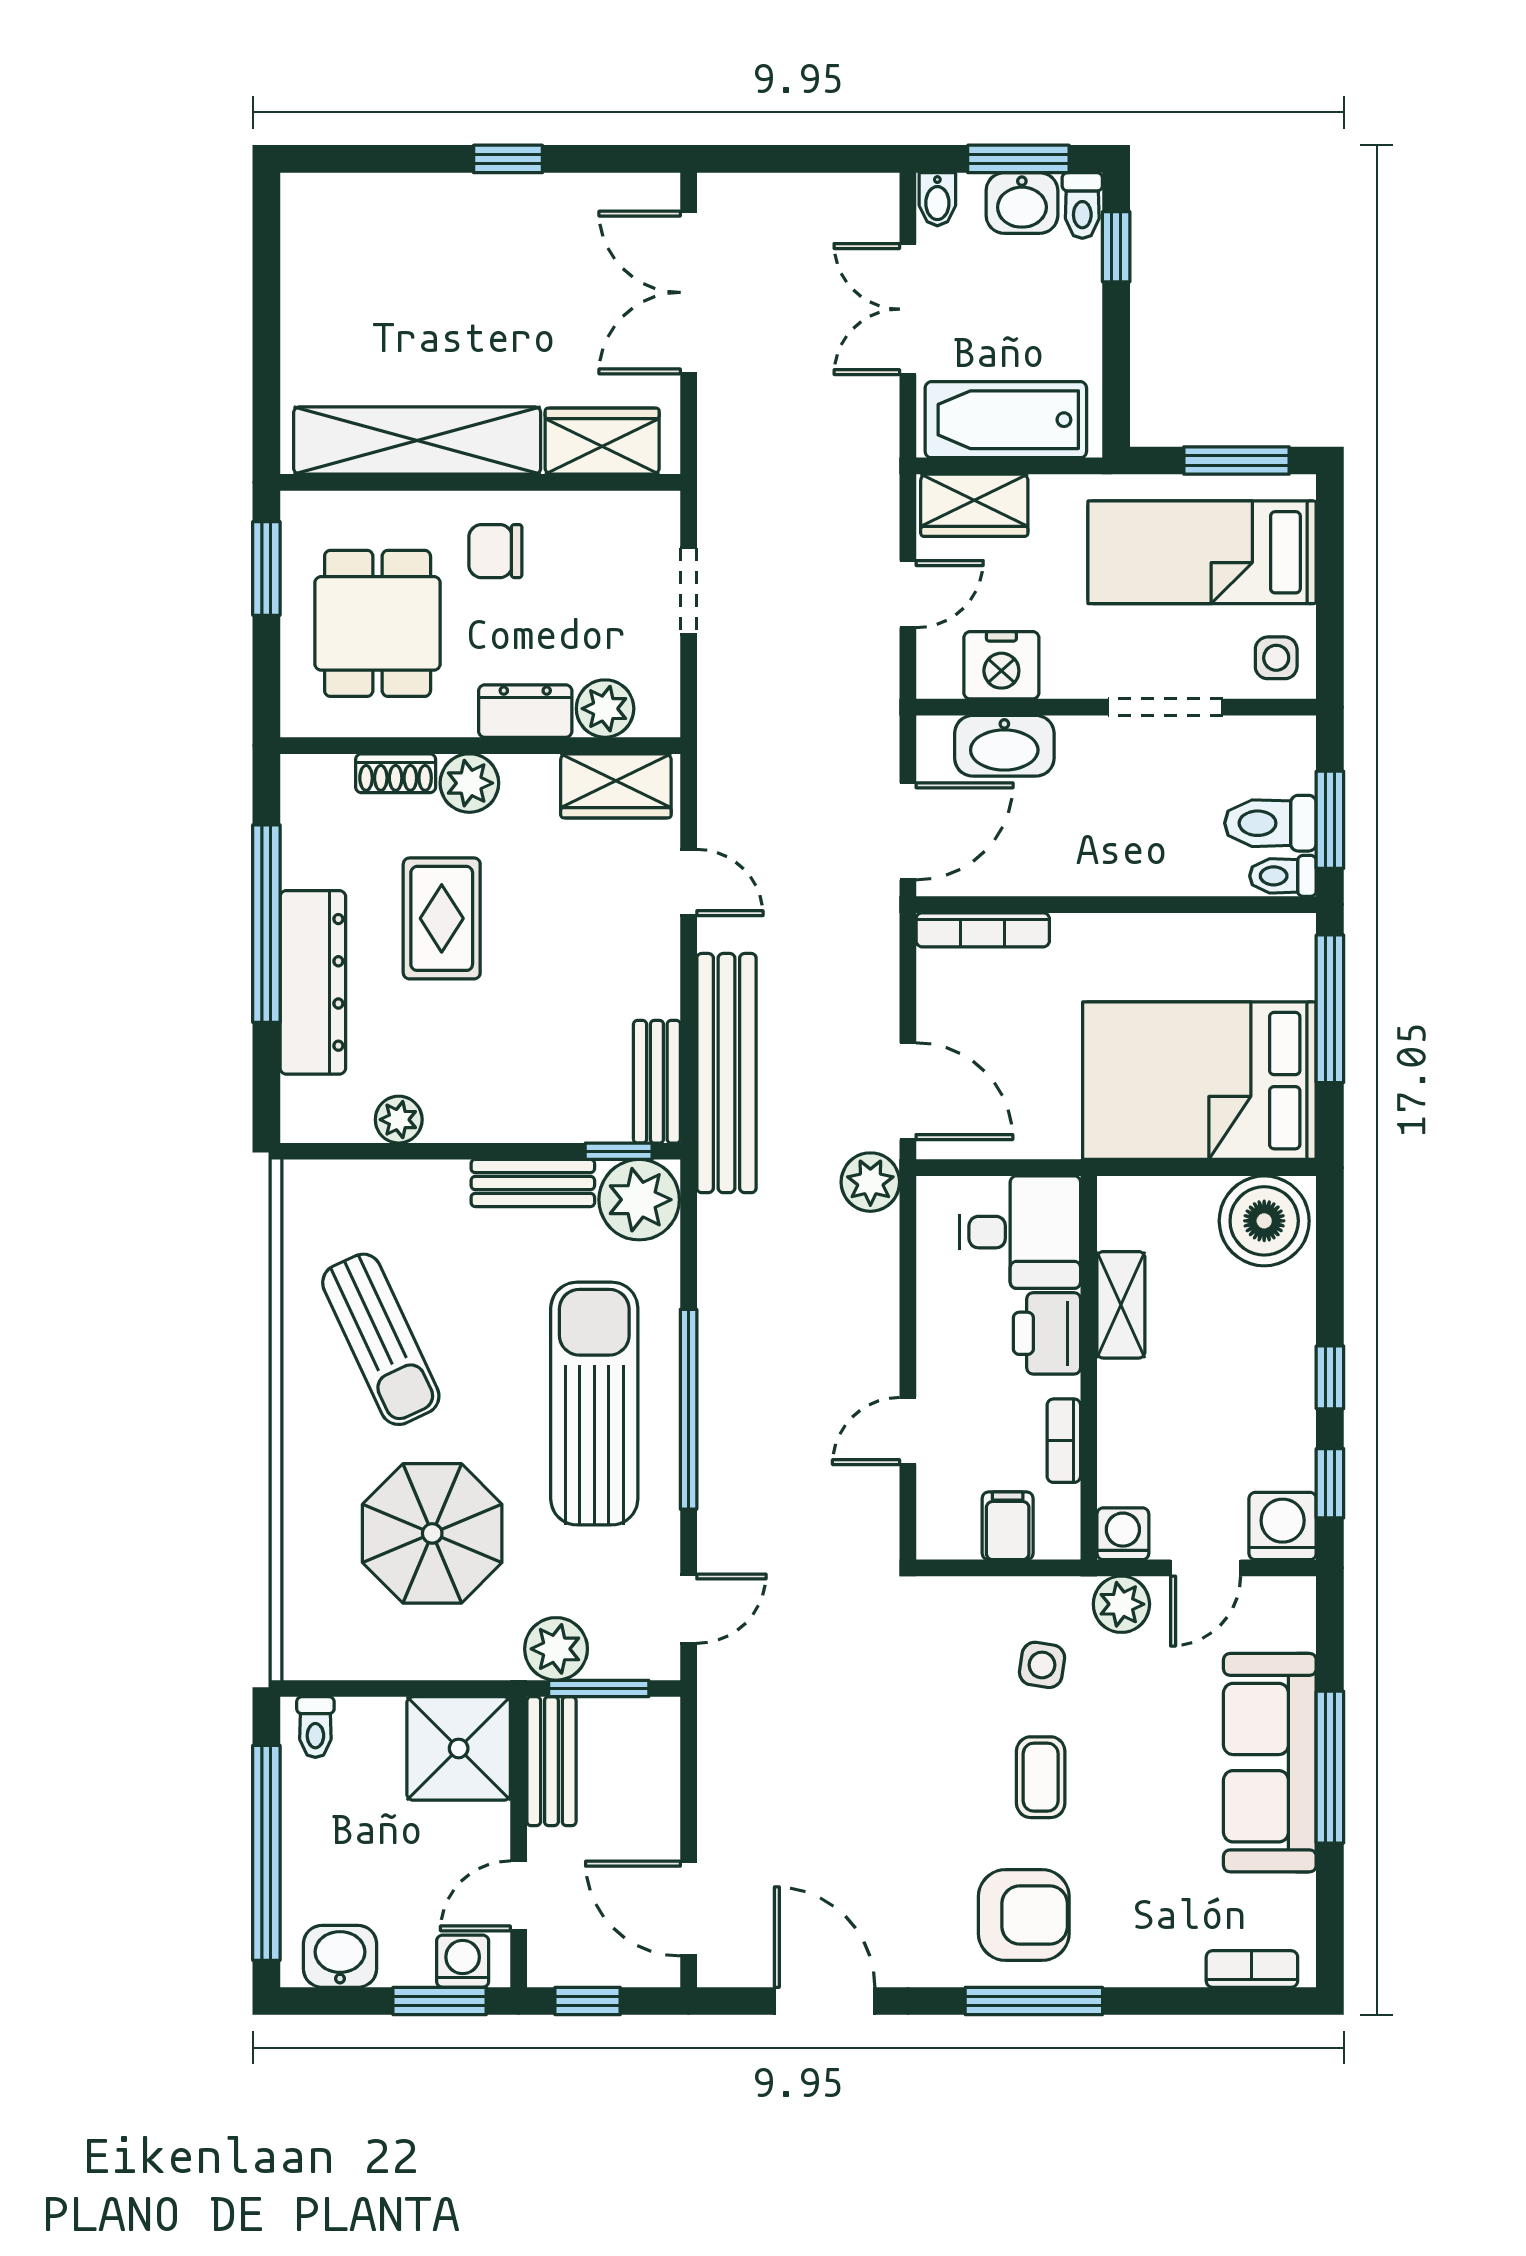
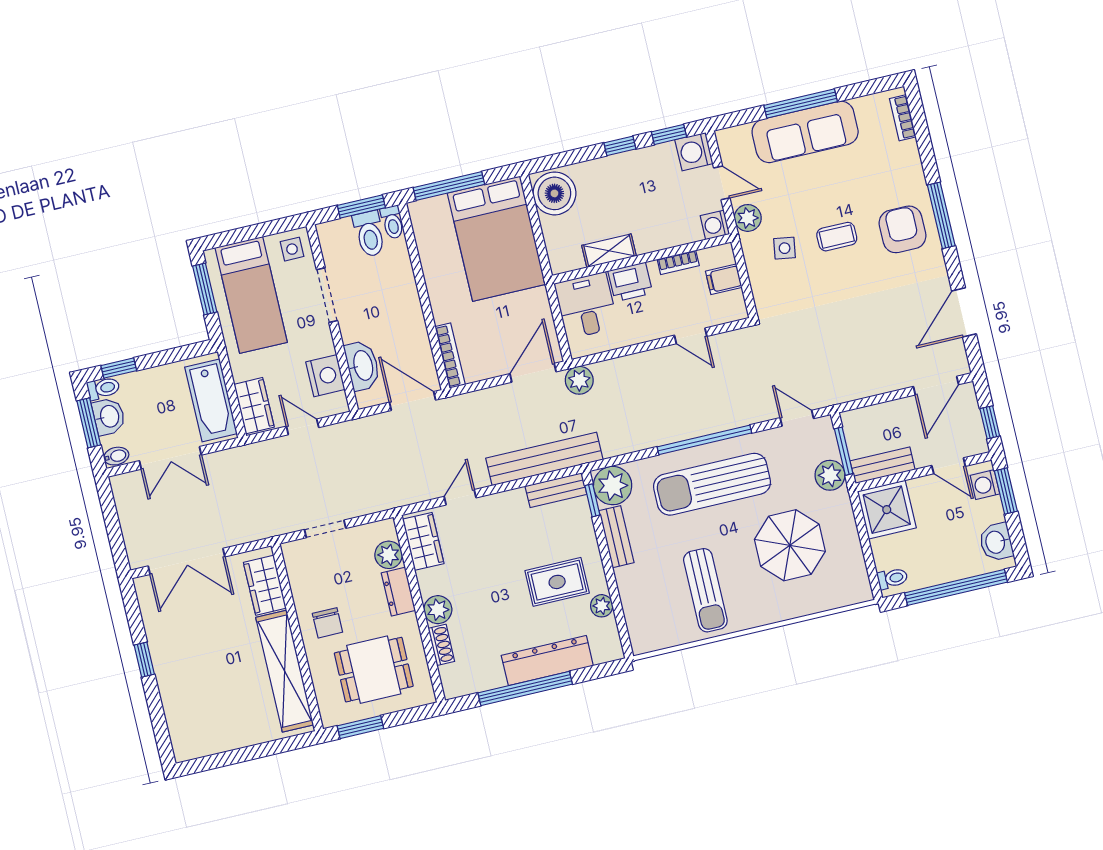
rug: (442, 918) -> (557, 582), moved
sun lounger: (381, 1339) -> (705, 590), turned 115

